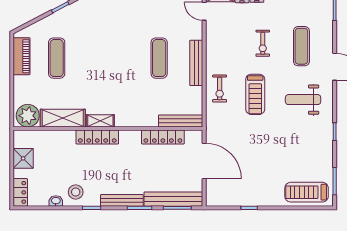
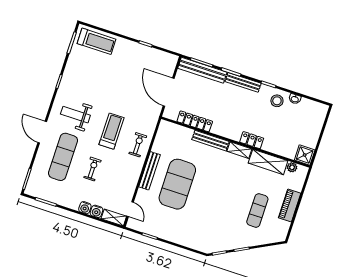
exercise mat: (301, 46) -> (63, 157), width x1.36, depth x1.45
piano: (21, 56) -> (290, 205), moved
exercise mat: (159, 58) -> (177, 184), width x2.00, depth x1.45
weight bench: (303, 100) -> (75, 115), turned 180
plant: (28, 116) -> (292, 167), width x0.53, depth x0.53
bench: (181, 121) -> (210, 141), moved
locker: (97, 137) -> (252, 140), width x0.66
shower: (23, 158) -> (305, 155), moved
locker: (20, 192) -> (320, 115), removed

